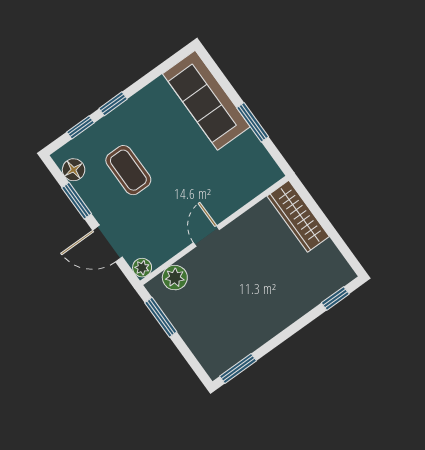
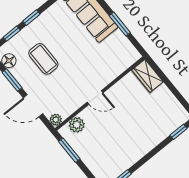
wardrobe: (298, 216) -> (147, 76), width x0.67
door: (206, 236) -> (95, 97), swing flipped

